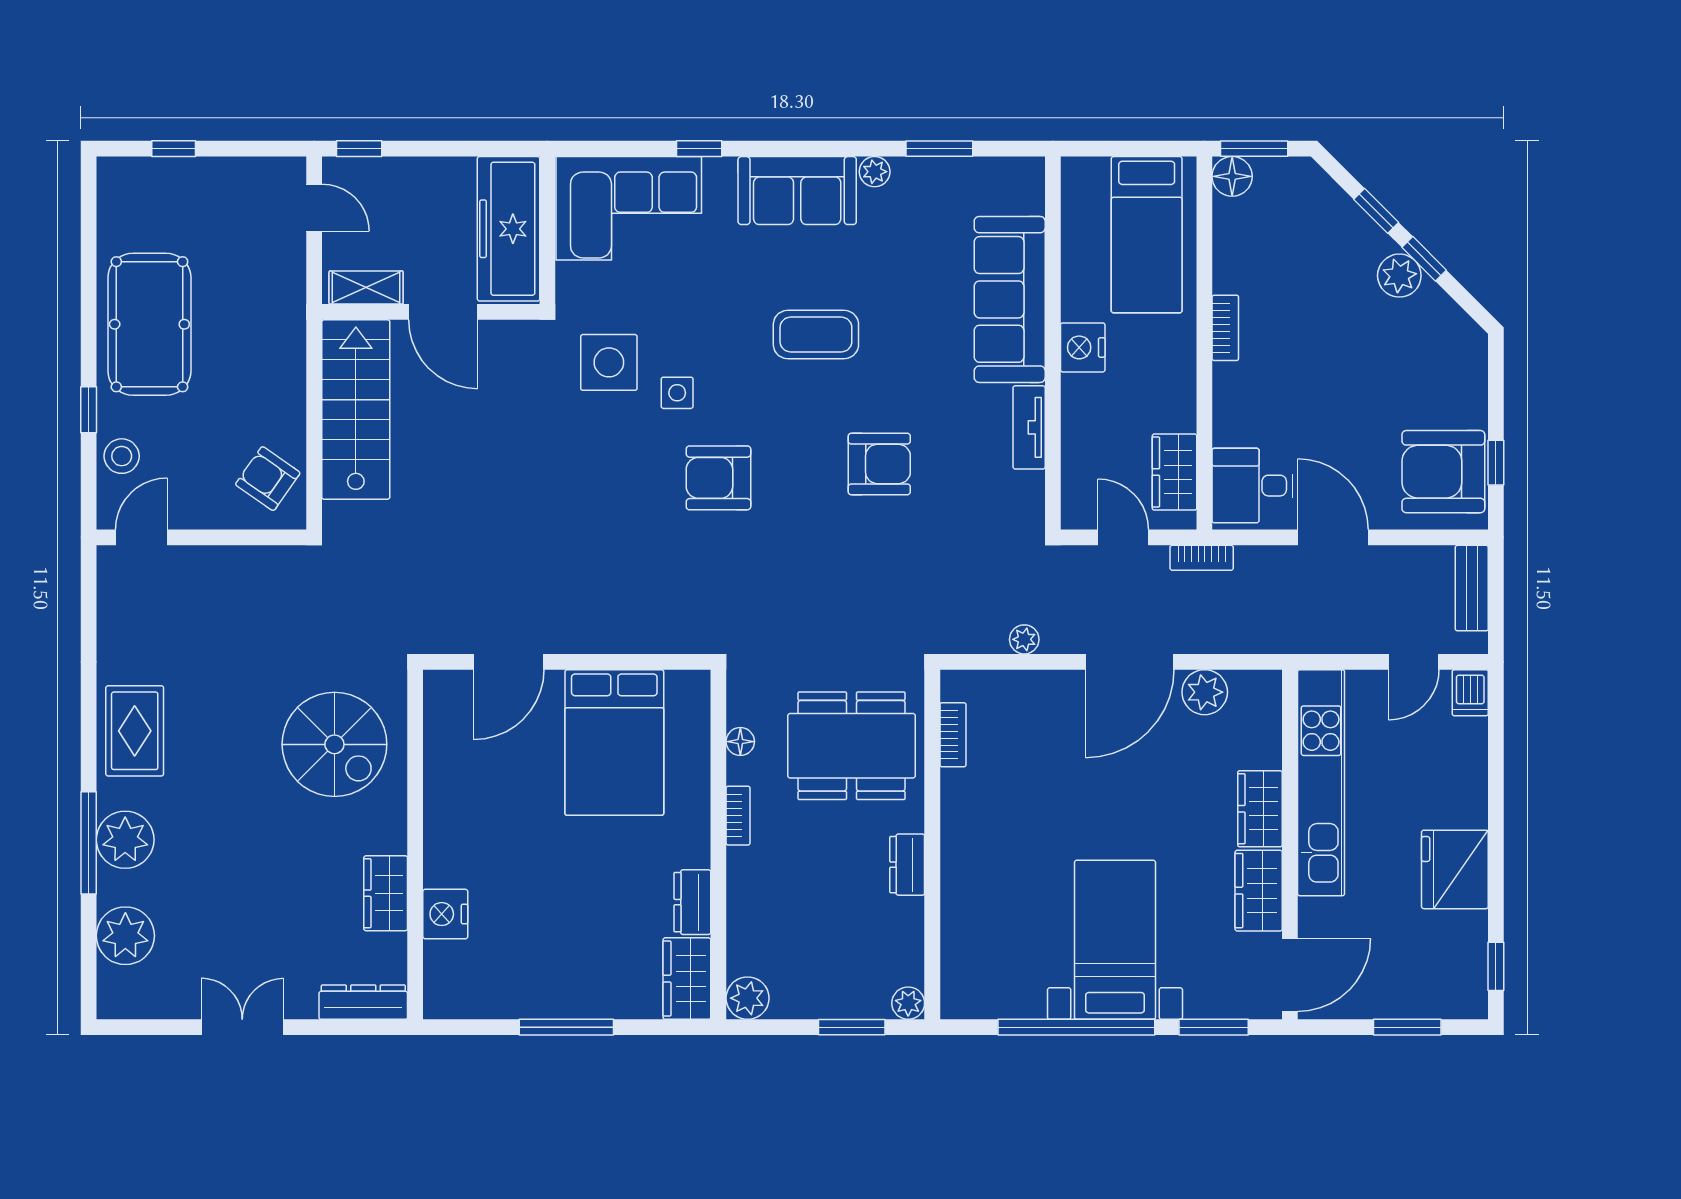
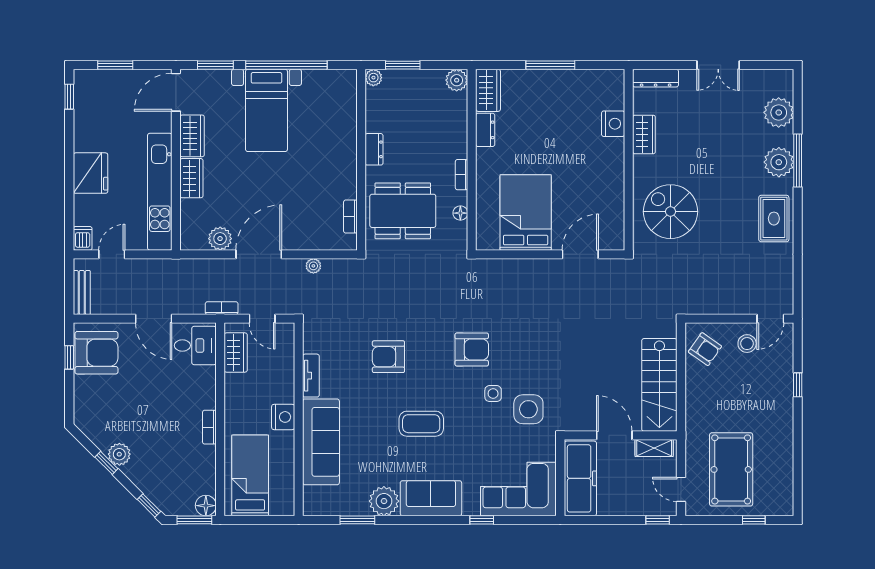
plant: (875, 172) -> (384, 501), width x1.88, depth x1.88
window: (1376, 211) -> (149, 505), moved
pool table: (149, 324) -> (731, 469), moved
stool: (122, 456) -> (747, 344), moved
fridge: (1455, 869) -> (91, 173), moved

